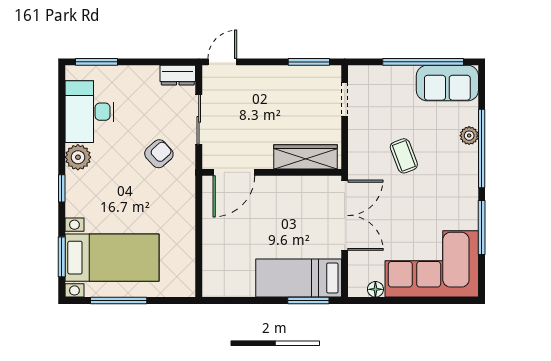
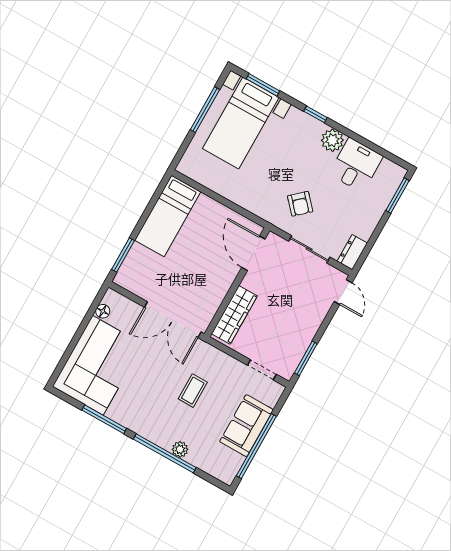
sofa: (447, 83) -> (246, 426), moved
desk: (89, 112) -> (356, 165), width x0.73
coffee table: (404, 156) -> (193, 391), turned -69
bed: (299, 278) -> (168, 216), moved, turned 180

